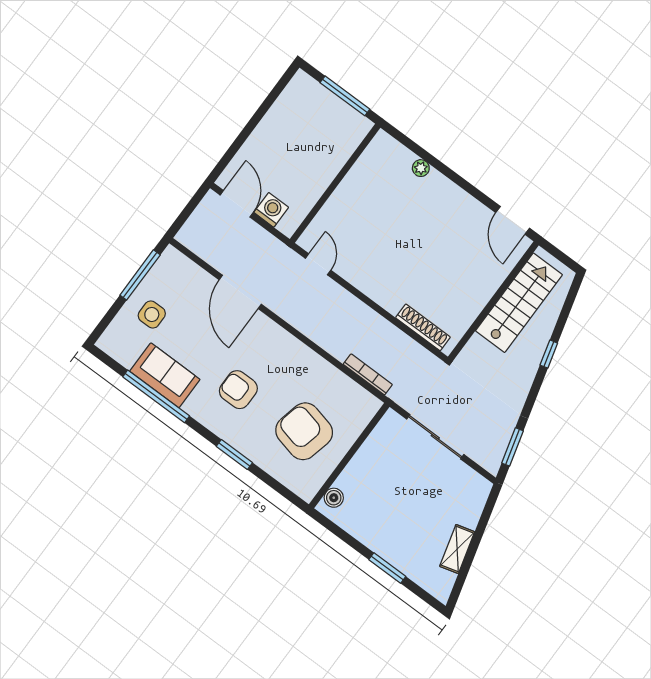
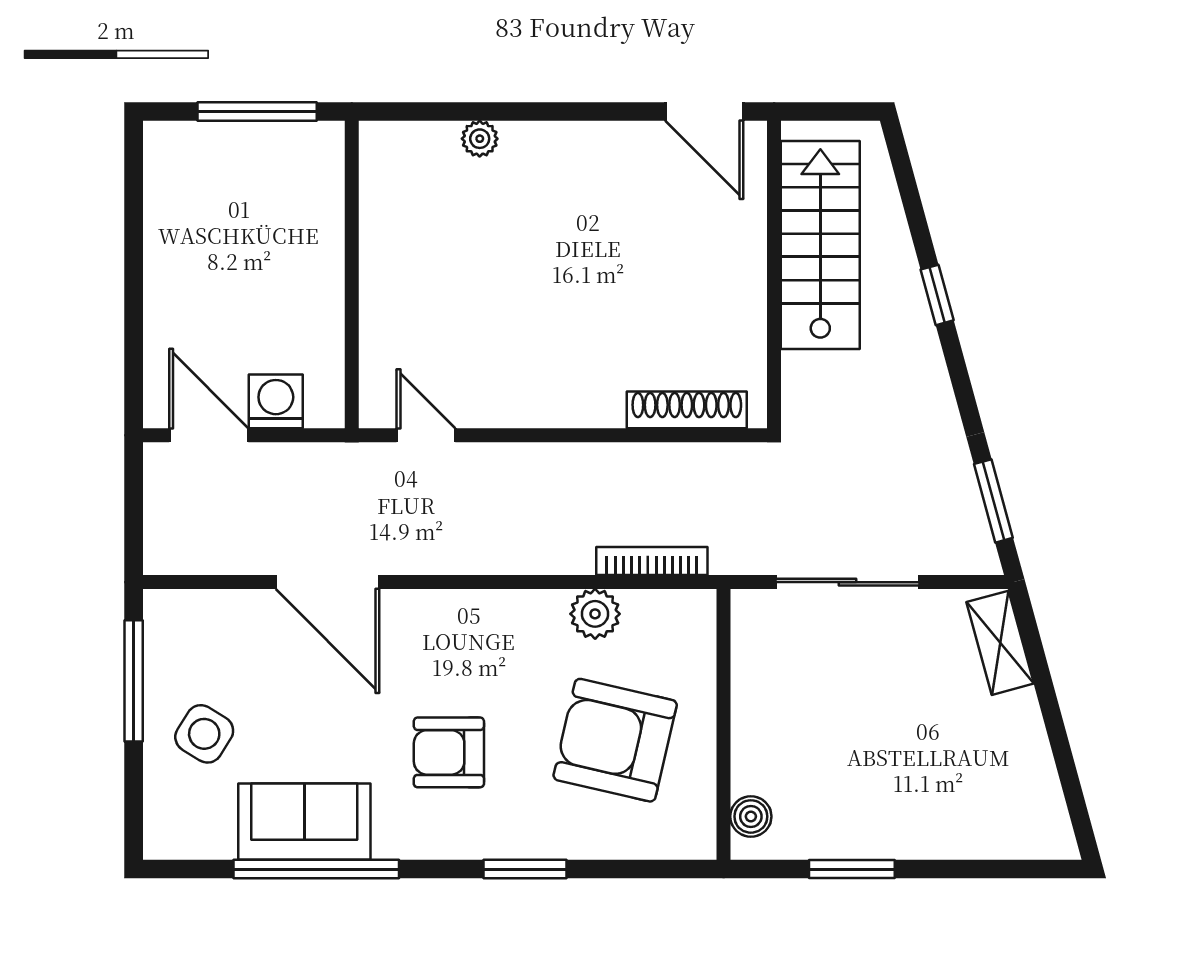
side table: (152, 315) -> (204, 734), turned 32
plant: (332, 378) -> (595, 614), added
shelving: (457, 549) -> (1000, 643), moved
window: (387, 568) -> (852, 869), moved

